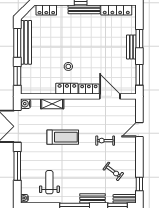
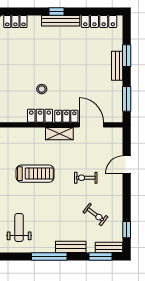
shelving: (52, 104) -> (59, 134), moved

